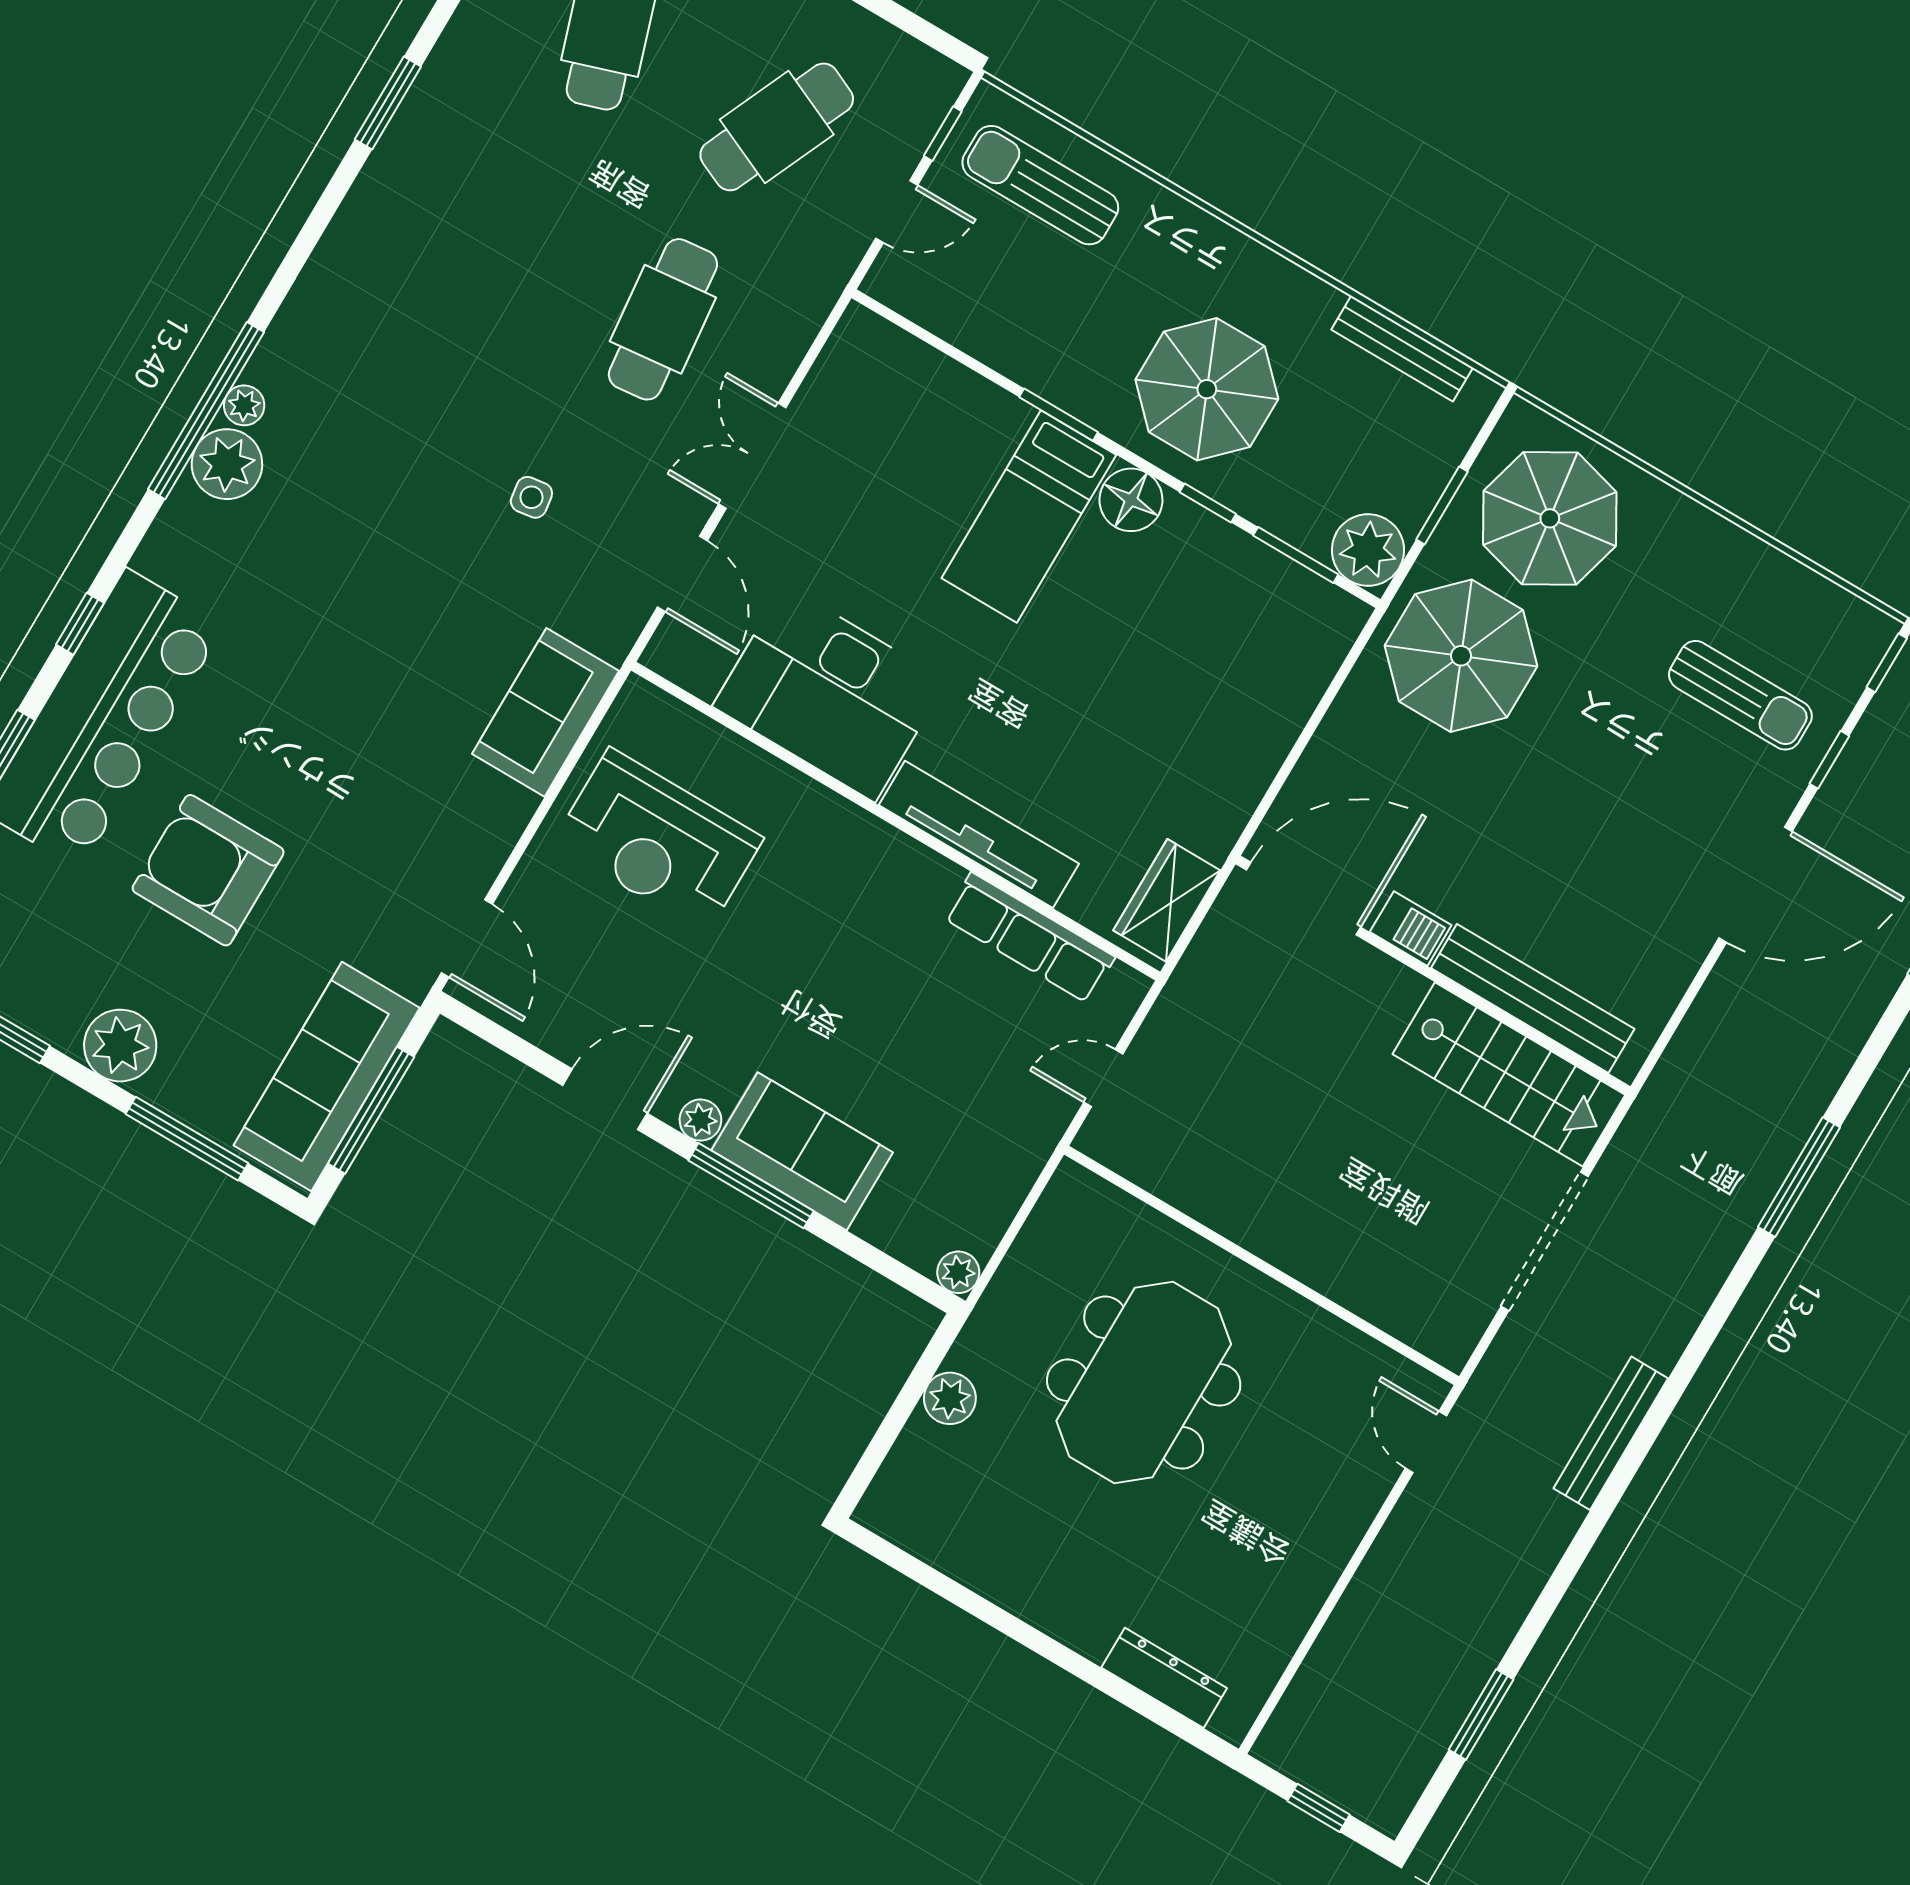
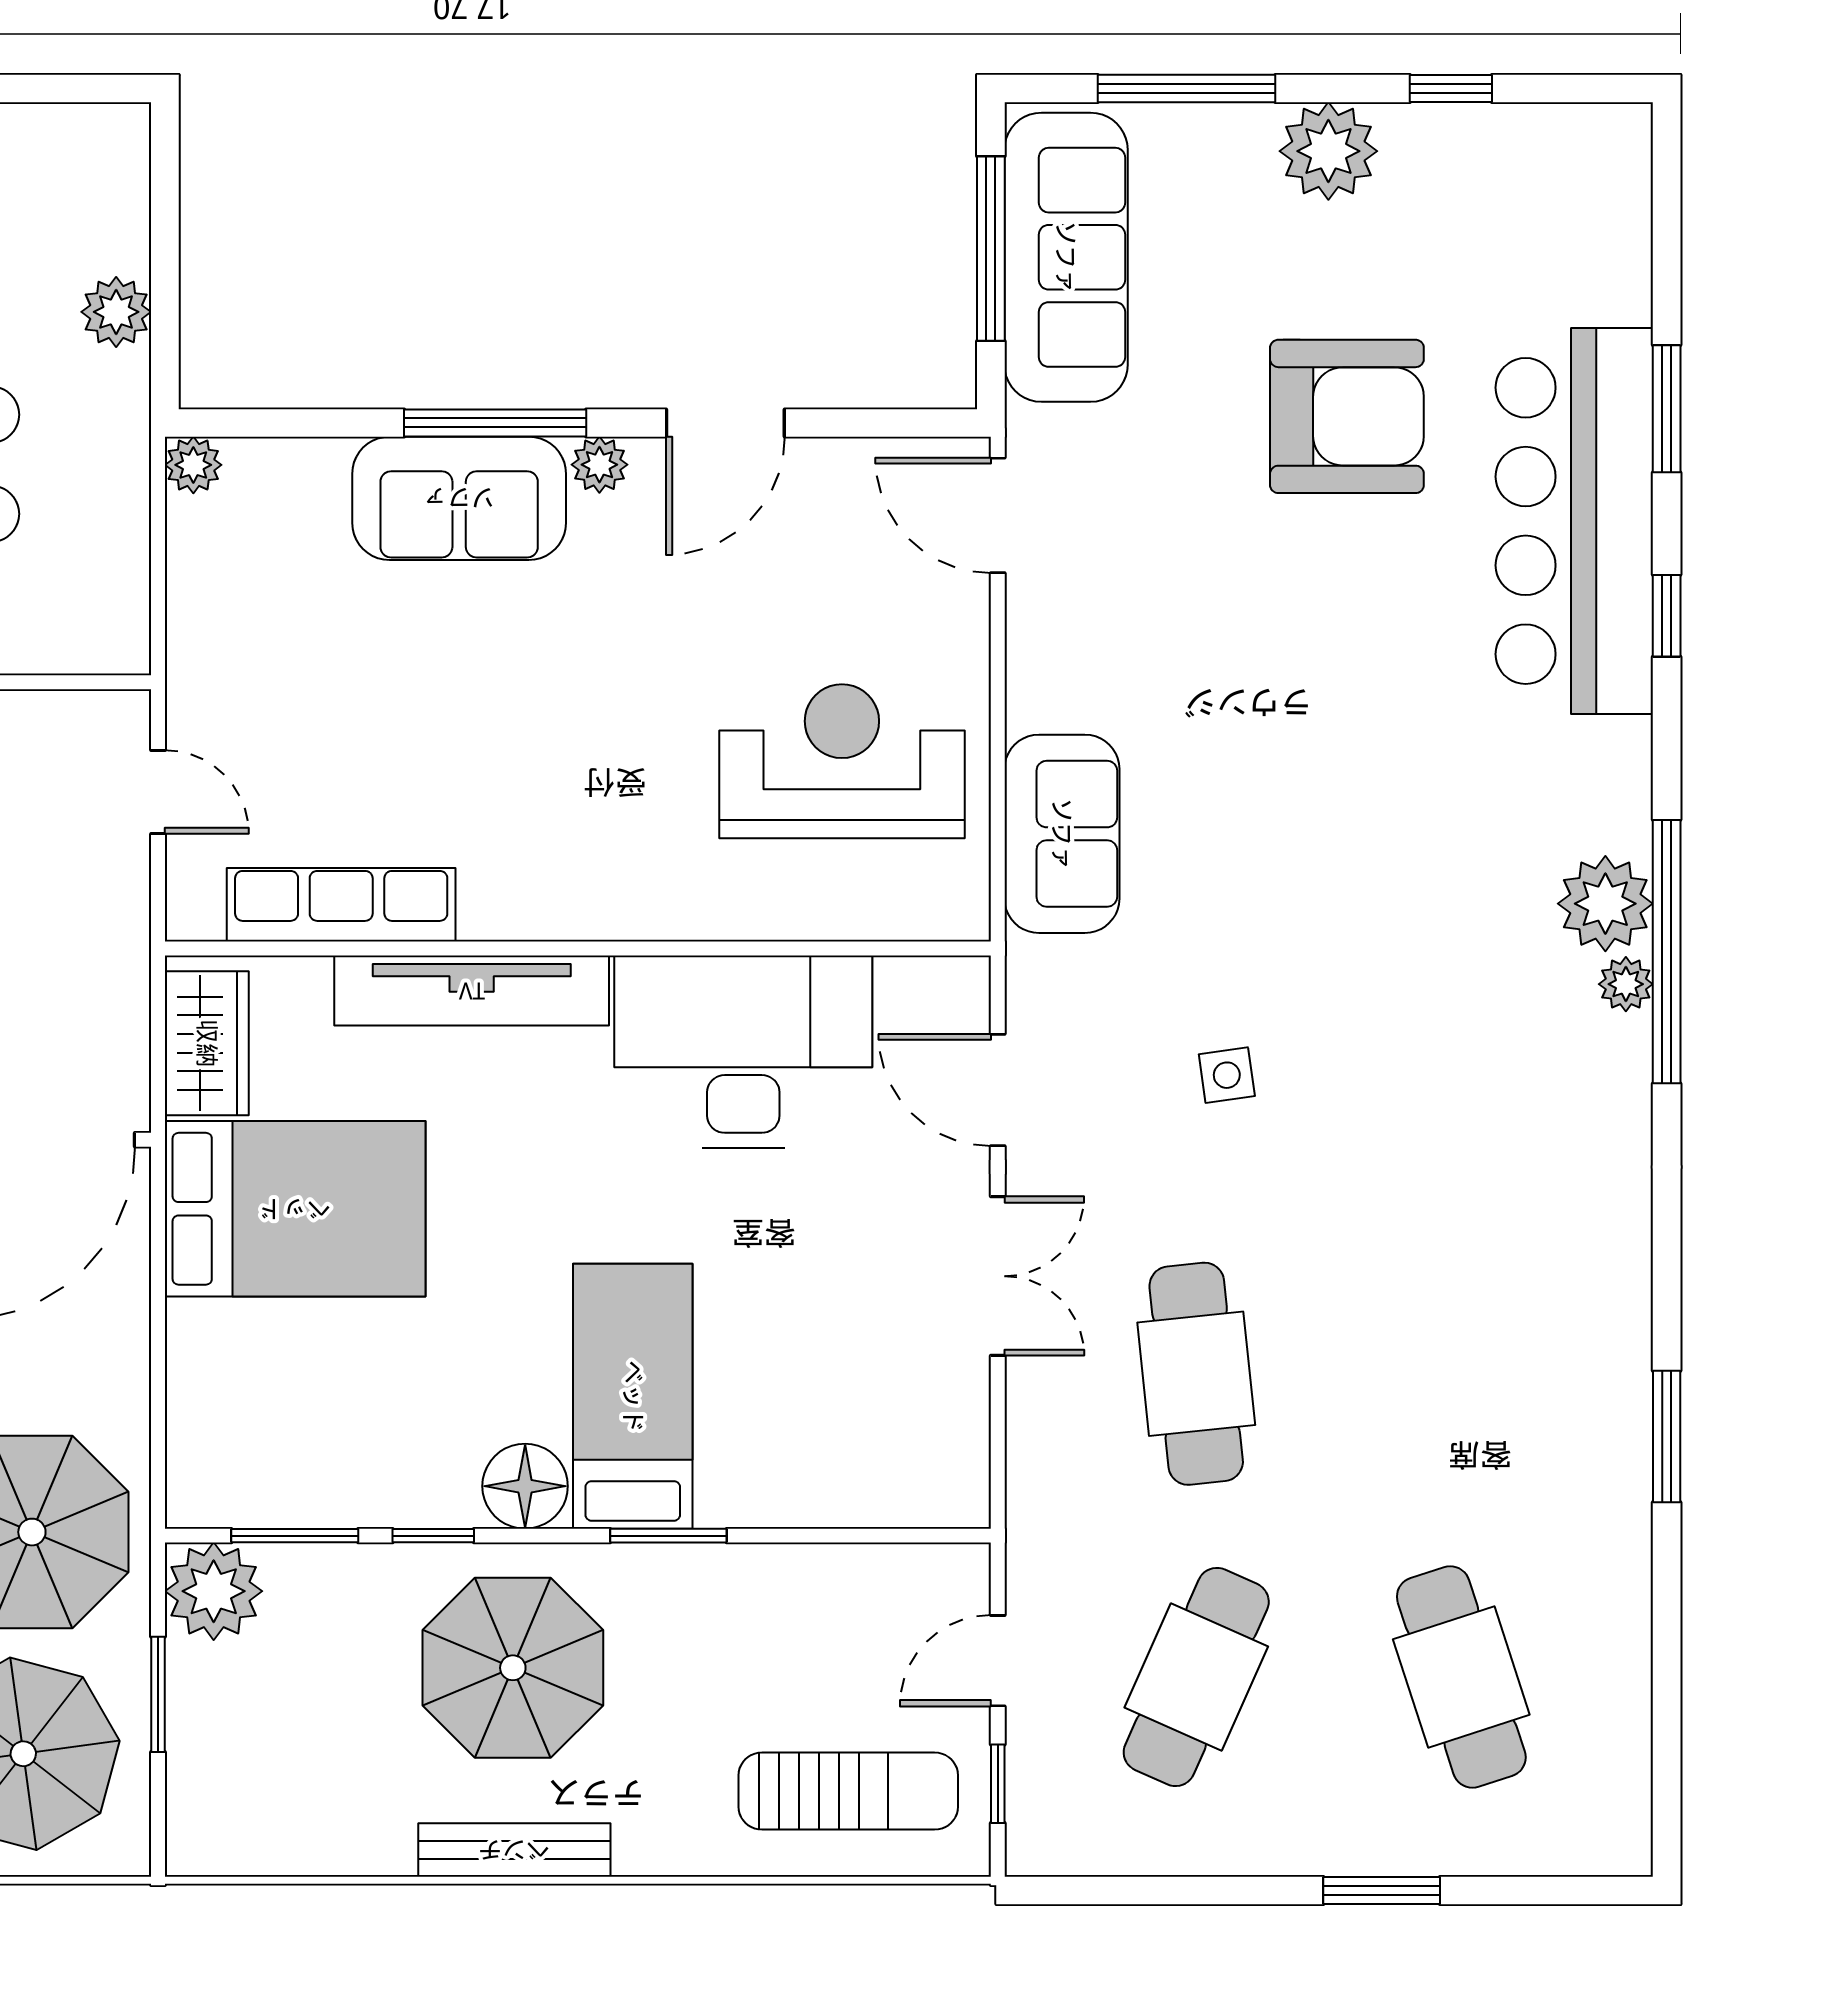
bench: (1402, 349) -> (514, 1850), moved
bed: (1173, 762) -> (295, 1209), added
door: (1103, 1078) -> (158, 792), hinge flipped

